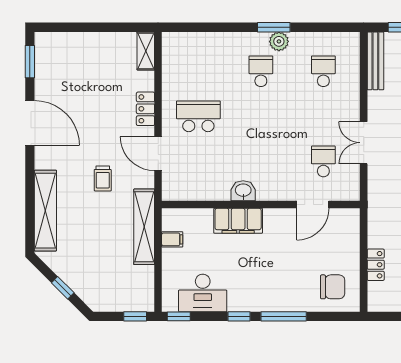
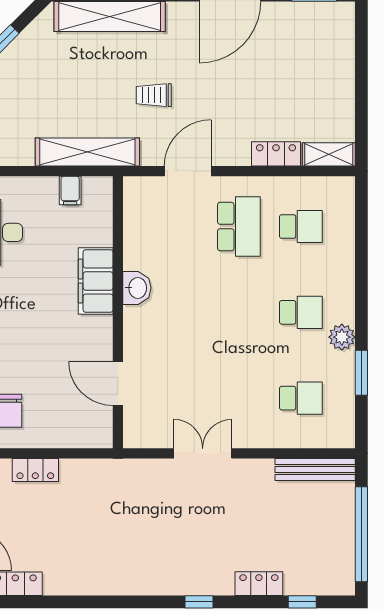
window: (274, 27) -> (361, 373), moved
locker: (145, 109) -> (276, 154), moved
school desk: (323, 161) -> (301, 227), moved

